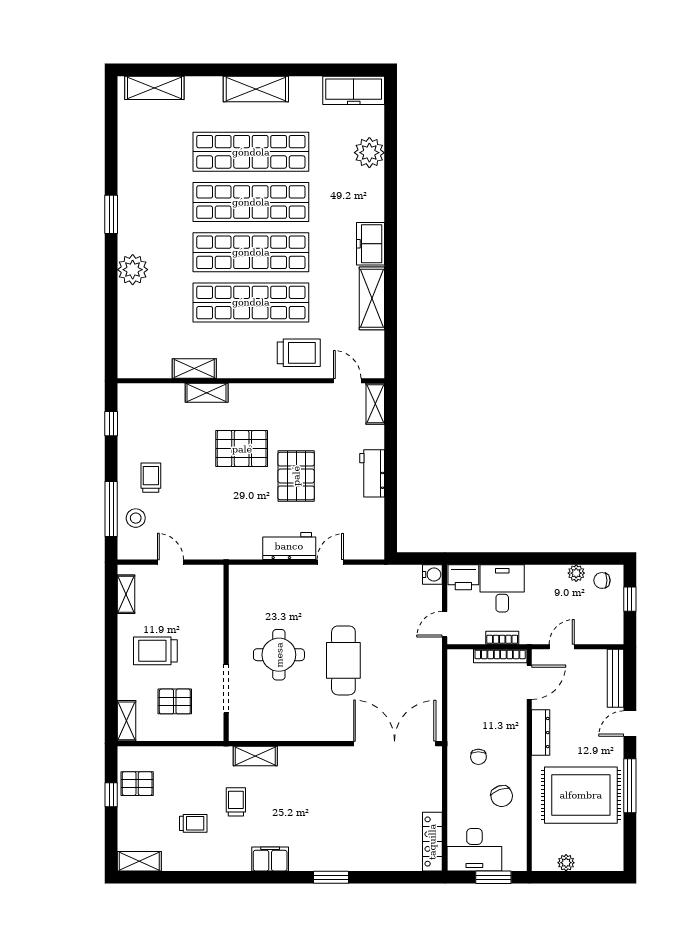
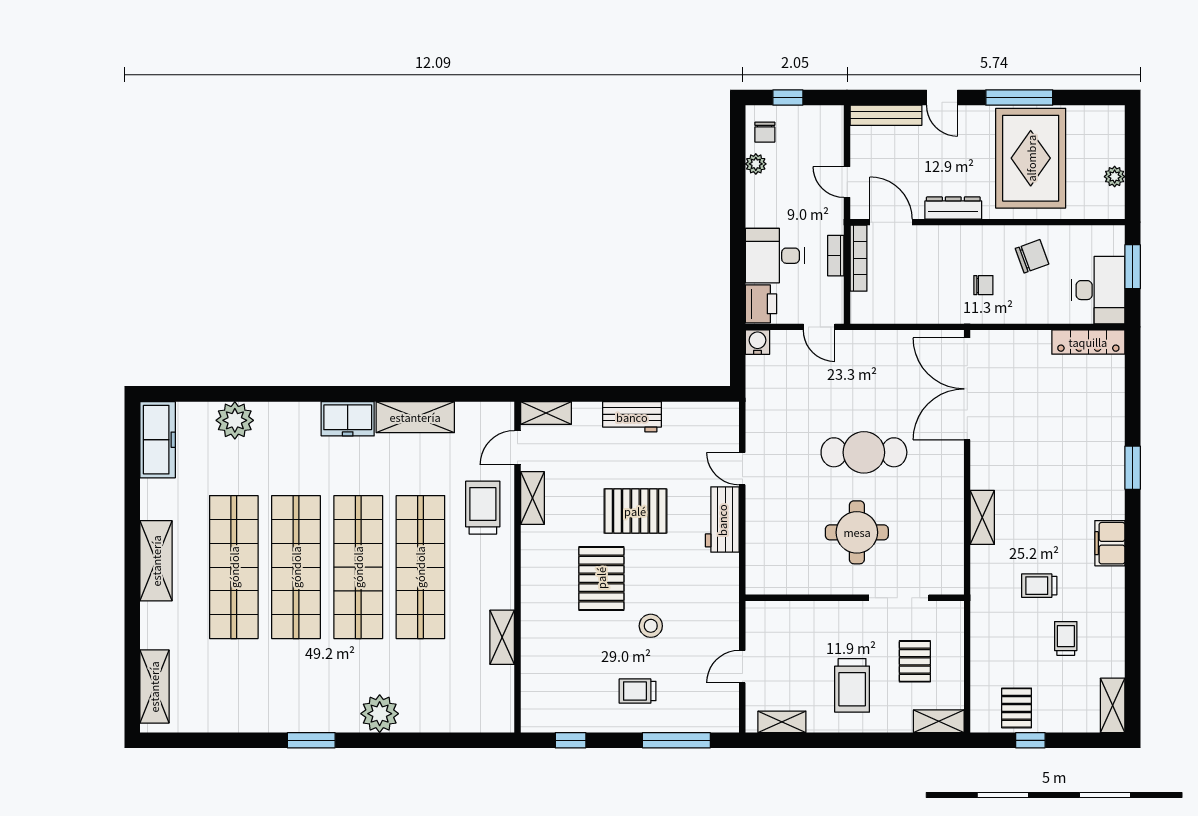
shelving: (207, 393) -> (532, 498), moved
stool: (136, 518) -> (651, 626), moved
shelving: (255, 756) -> (982, 517), moved

